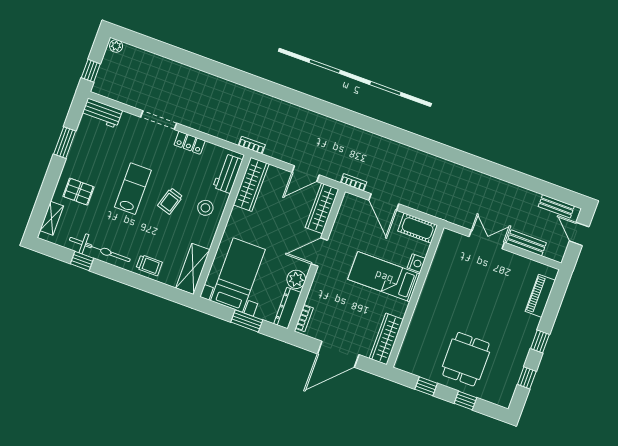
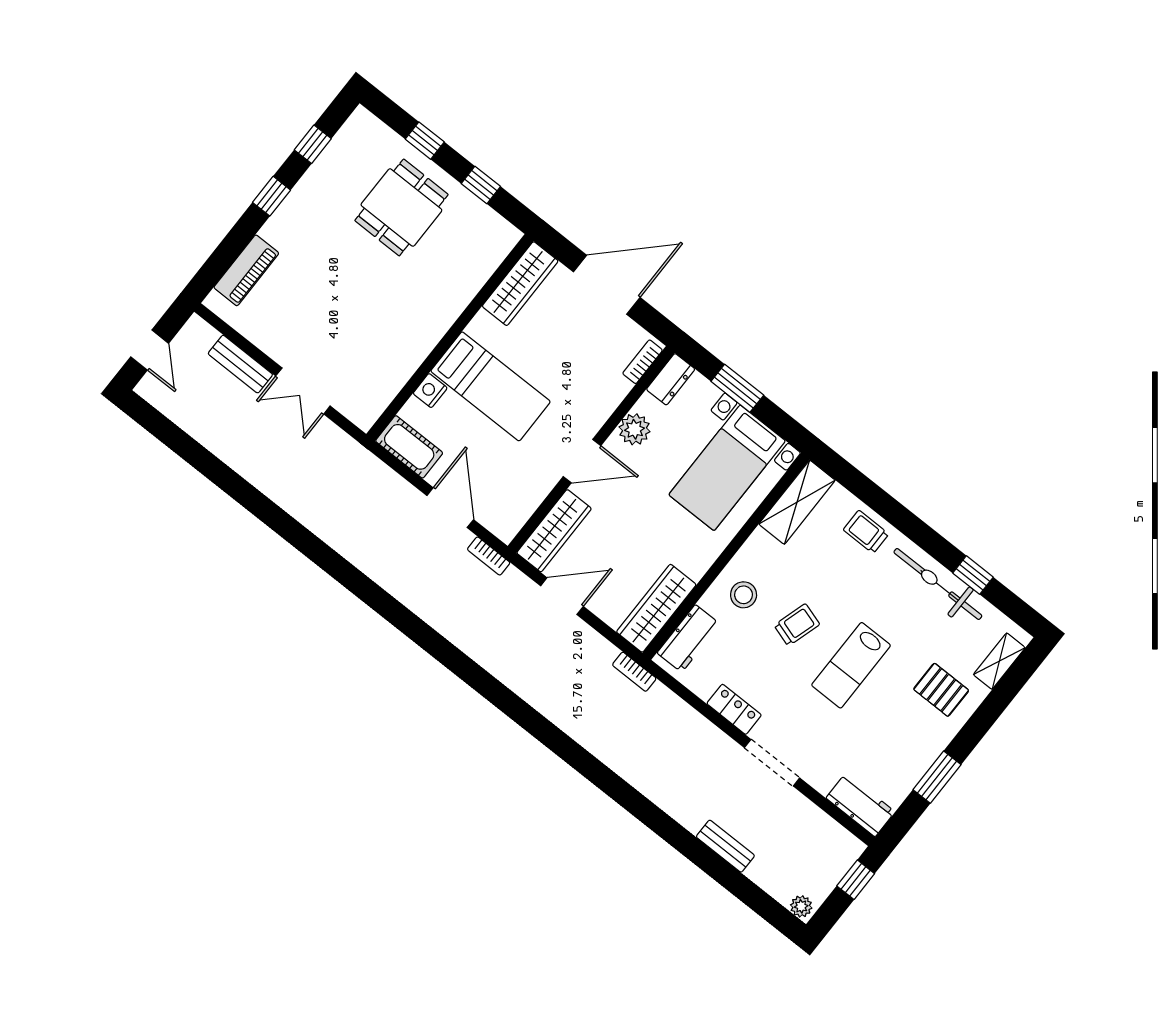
bench: (556, 206) -> (725, 846), moved
dresser: (287, 308) -> (671, 379), width x0.70

